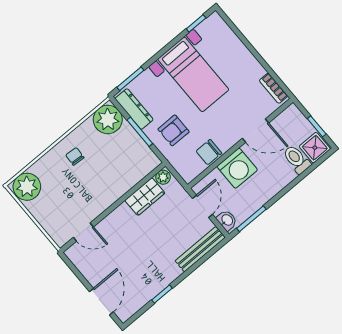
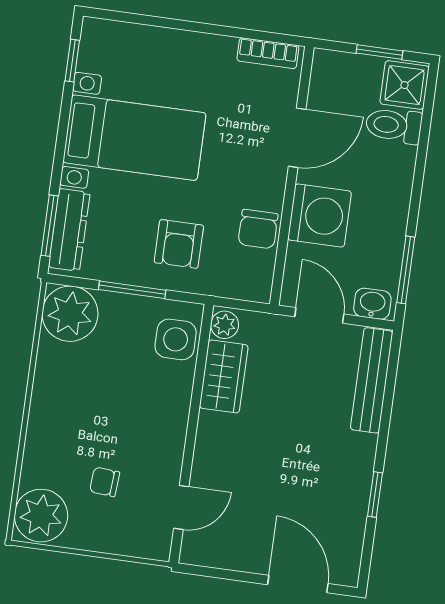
dresser: (134, 109) -> (69, 230), moved, turned 90
chair: (75, 156) -> (105, 482), moved
side table: (139, 166) -> (176, 339), added

